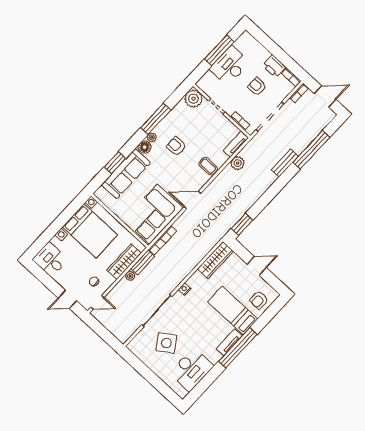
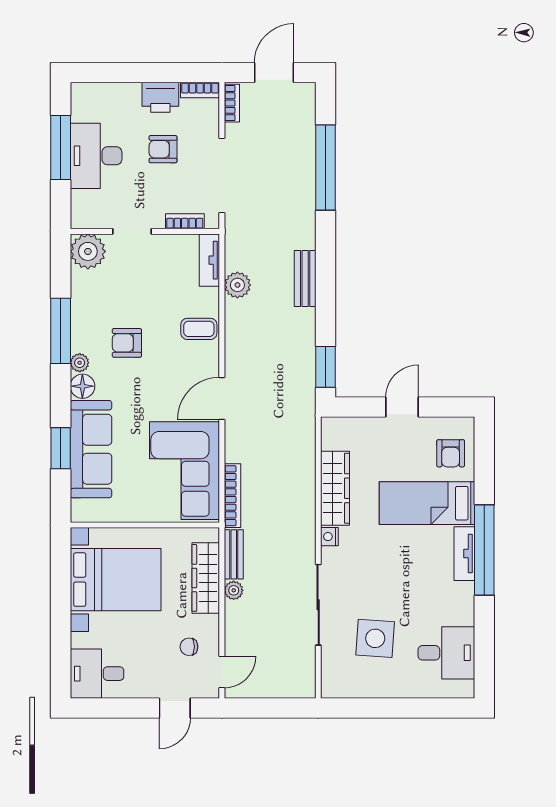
bench: (285, 163) -> (305, 279), moved
wardrobe: (215, 260) -> (335, 488), moved
side table: (166, 343) -> (375, 638), turned 38
desk: (191, 369) -> (446, 653), width x0.73

